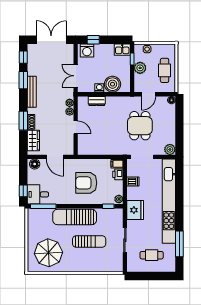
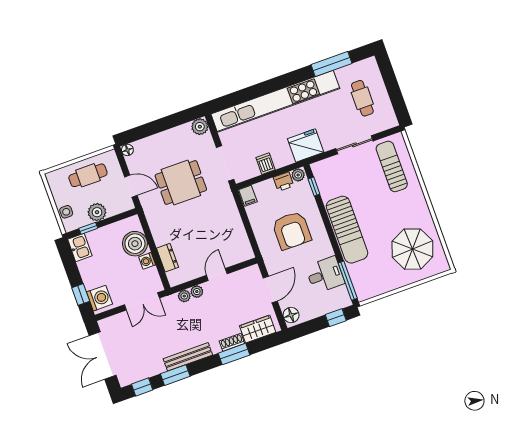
printer: (118, 174) -> (284, 182), moved
desk: (38, 194) -> (325, 275), moved, turned -90
sun lounger: (89, 242) -> (392, 166), moved

